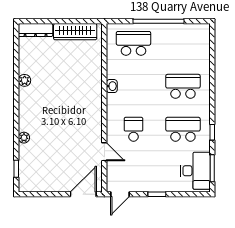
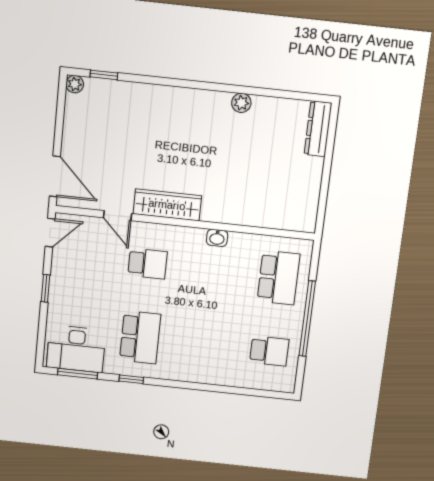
wardrobe: (75, 32) -> (167, 205), moved, turned 90
school desk: (183, 86) -> (269, 351), moved, width x0.54
plant: (24, 138) -> (75, 84), moved
door: (104, 152) -> (117, 216), hinge flipped
door: (120, 194) -> (50, 233), swing flipped

